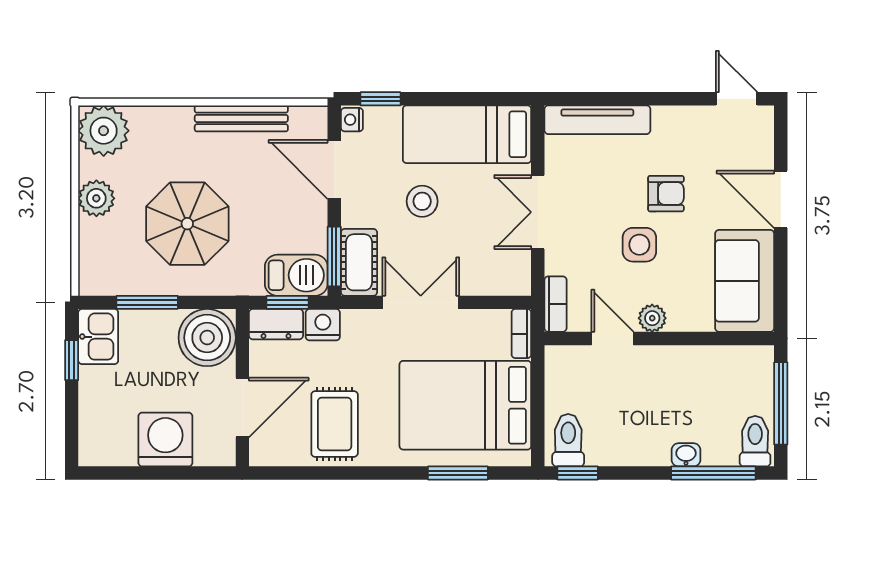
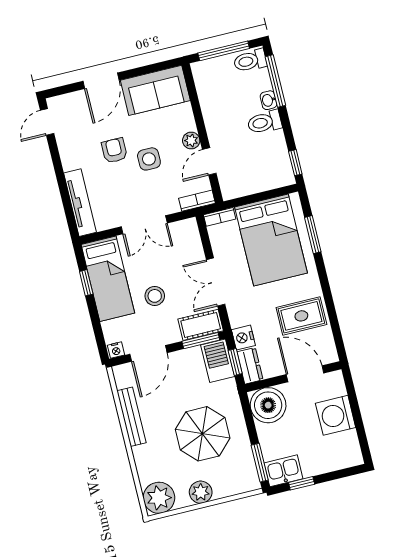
window: (380, 99) -> (86, 283), moved
window: (147, 302) -> (260, 463), moved
toilet: (568, 440) -> (264, 122), moved

